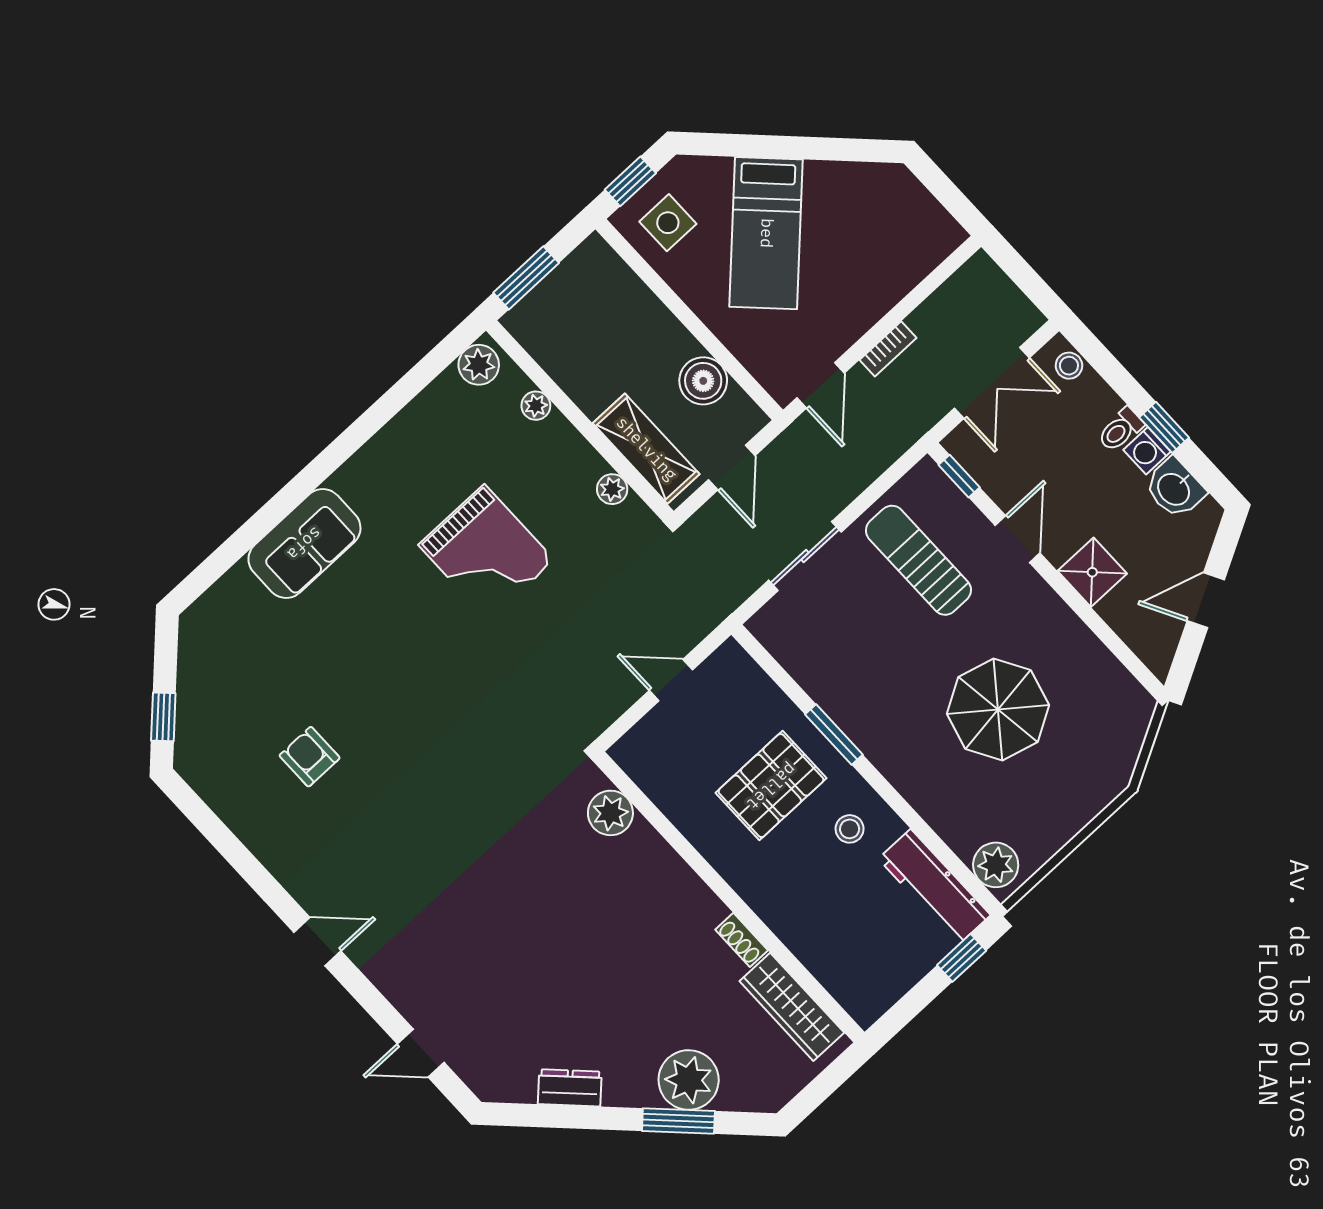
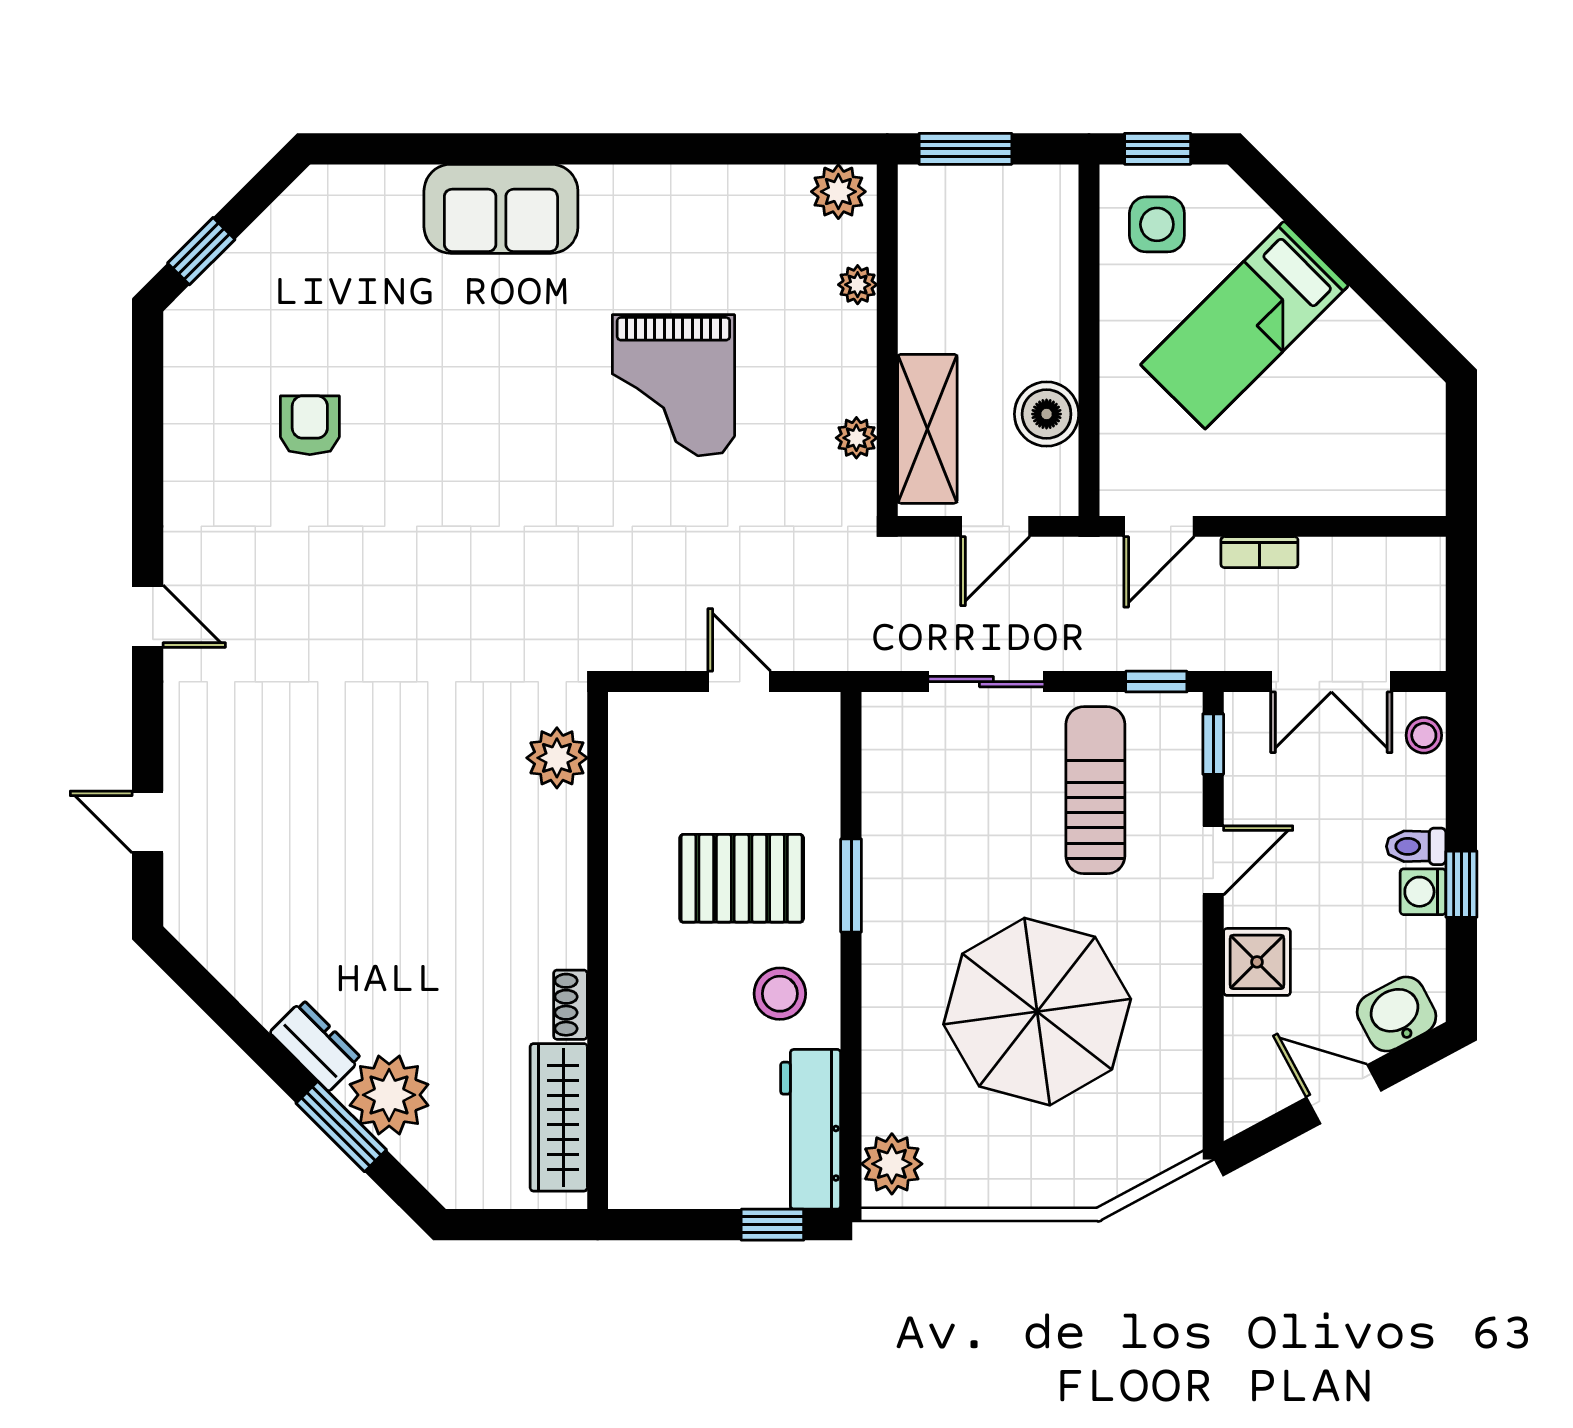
window: (897, 471) -> (1156, 682), added
washbasin: (1175, 488) -> (1397, 1014), moved, turned 62
parasol: (998, 709) -> (1037, 1012), width x1.36, depth x1.36
stool: (850, 829) -> (780, 994), width x1.37, depth x1.37
dresser: (570, 1088) -> (316, 1045), moved

